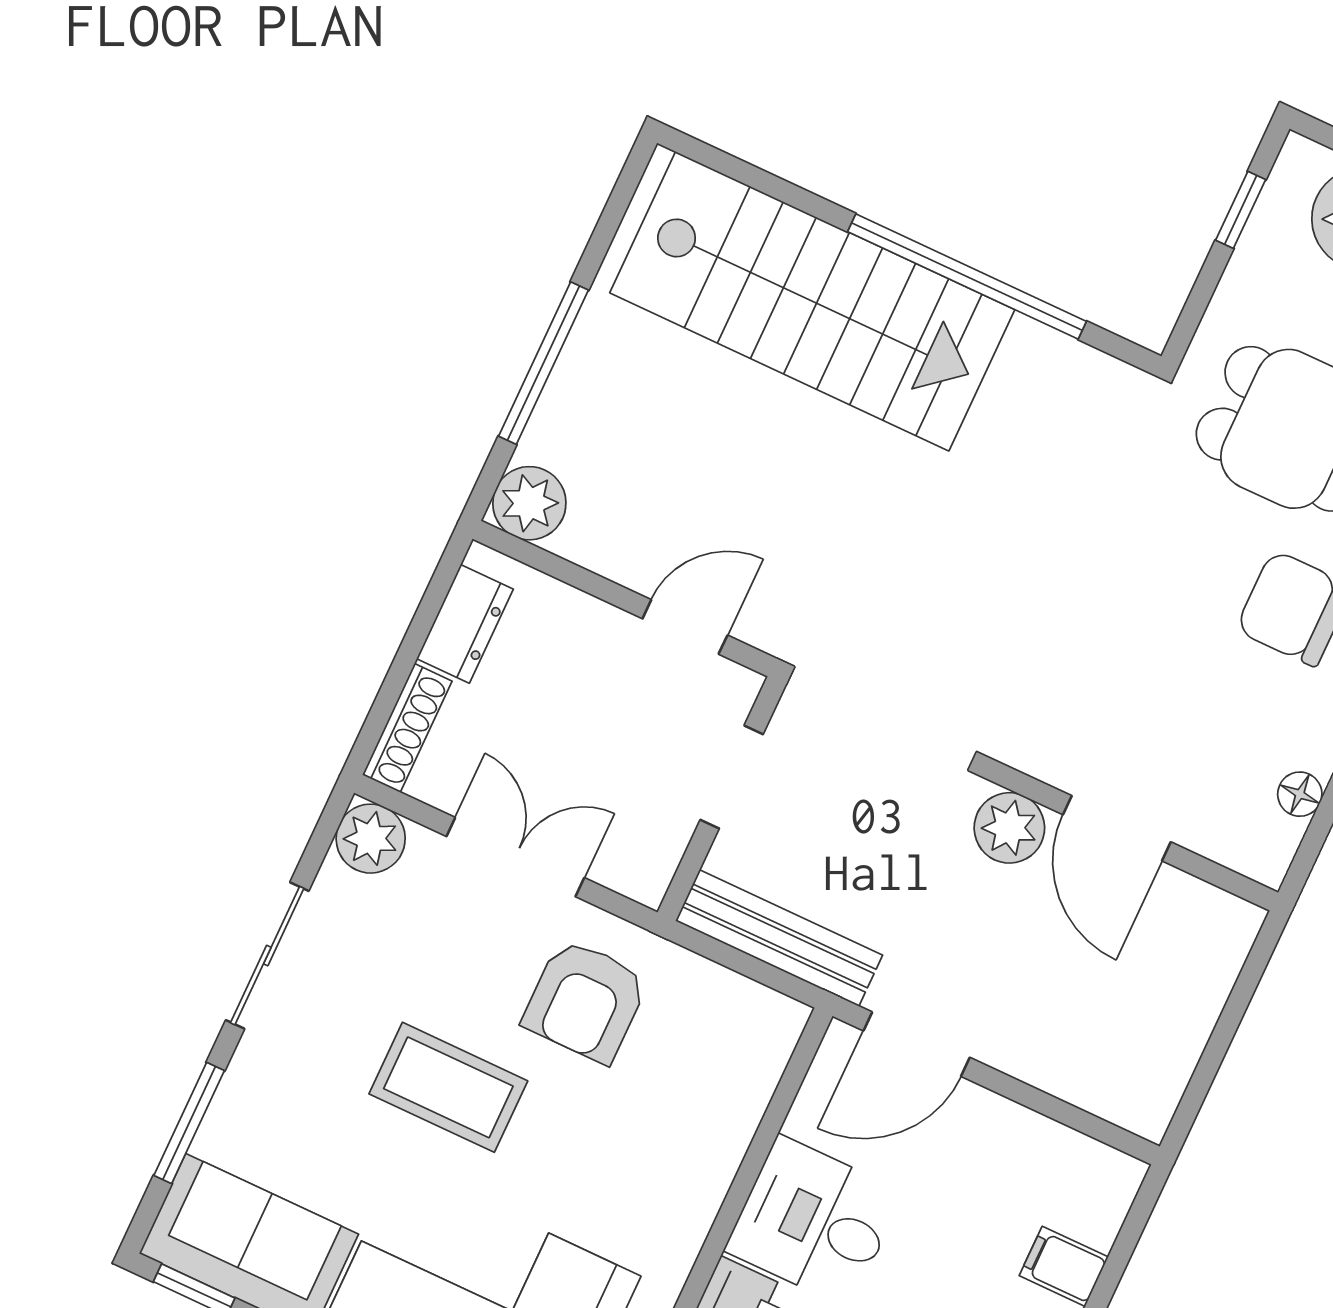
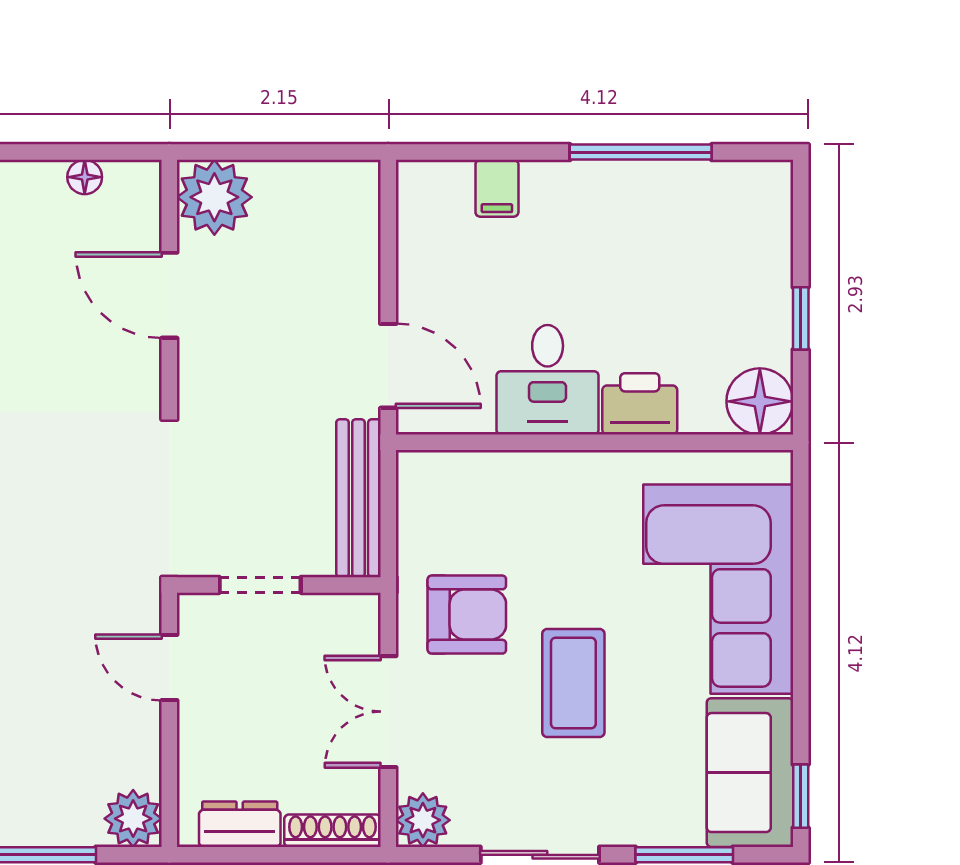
plant: (1009, 828) -> (214, 197), moved, width x1.36, depth x1.36
door: (1117, 828) -> (169, 295), swing flipped

